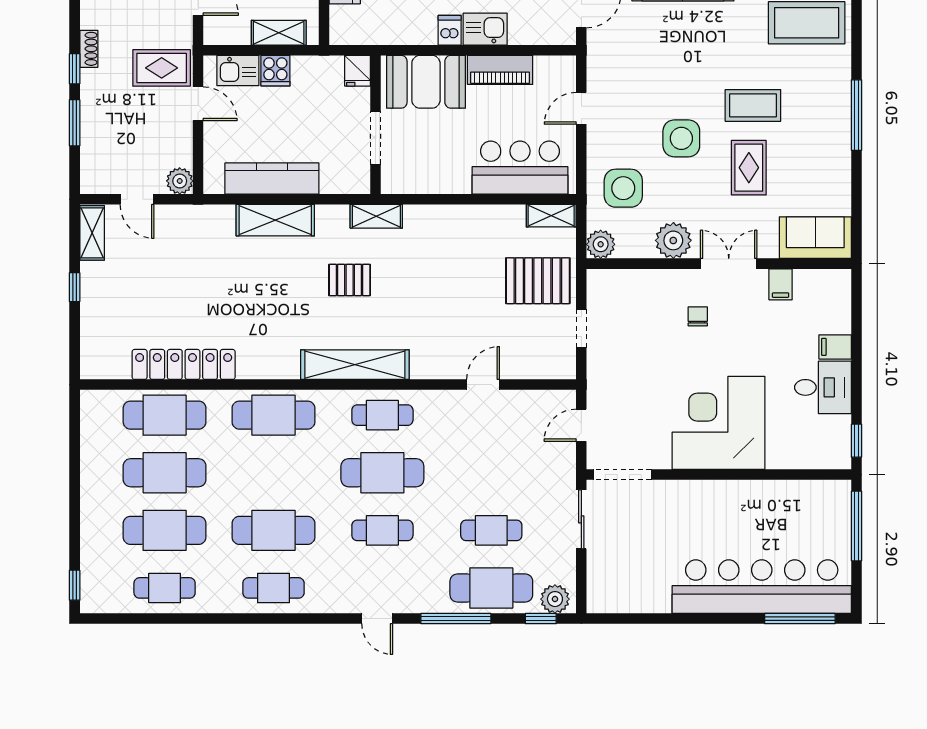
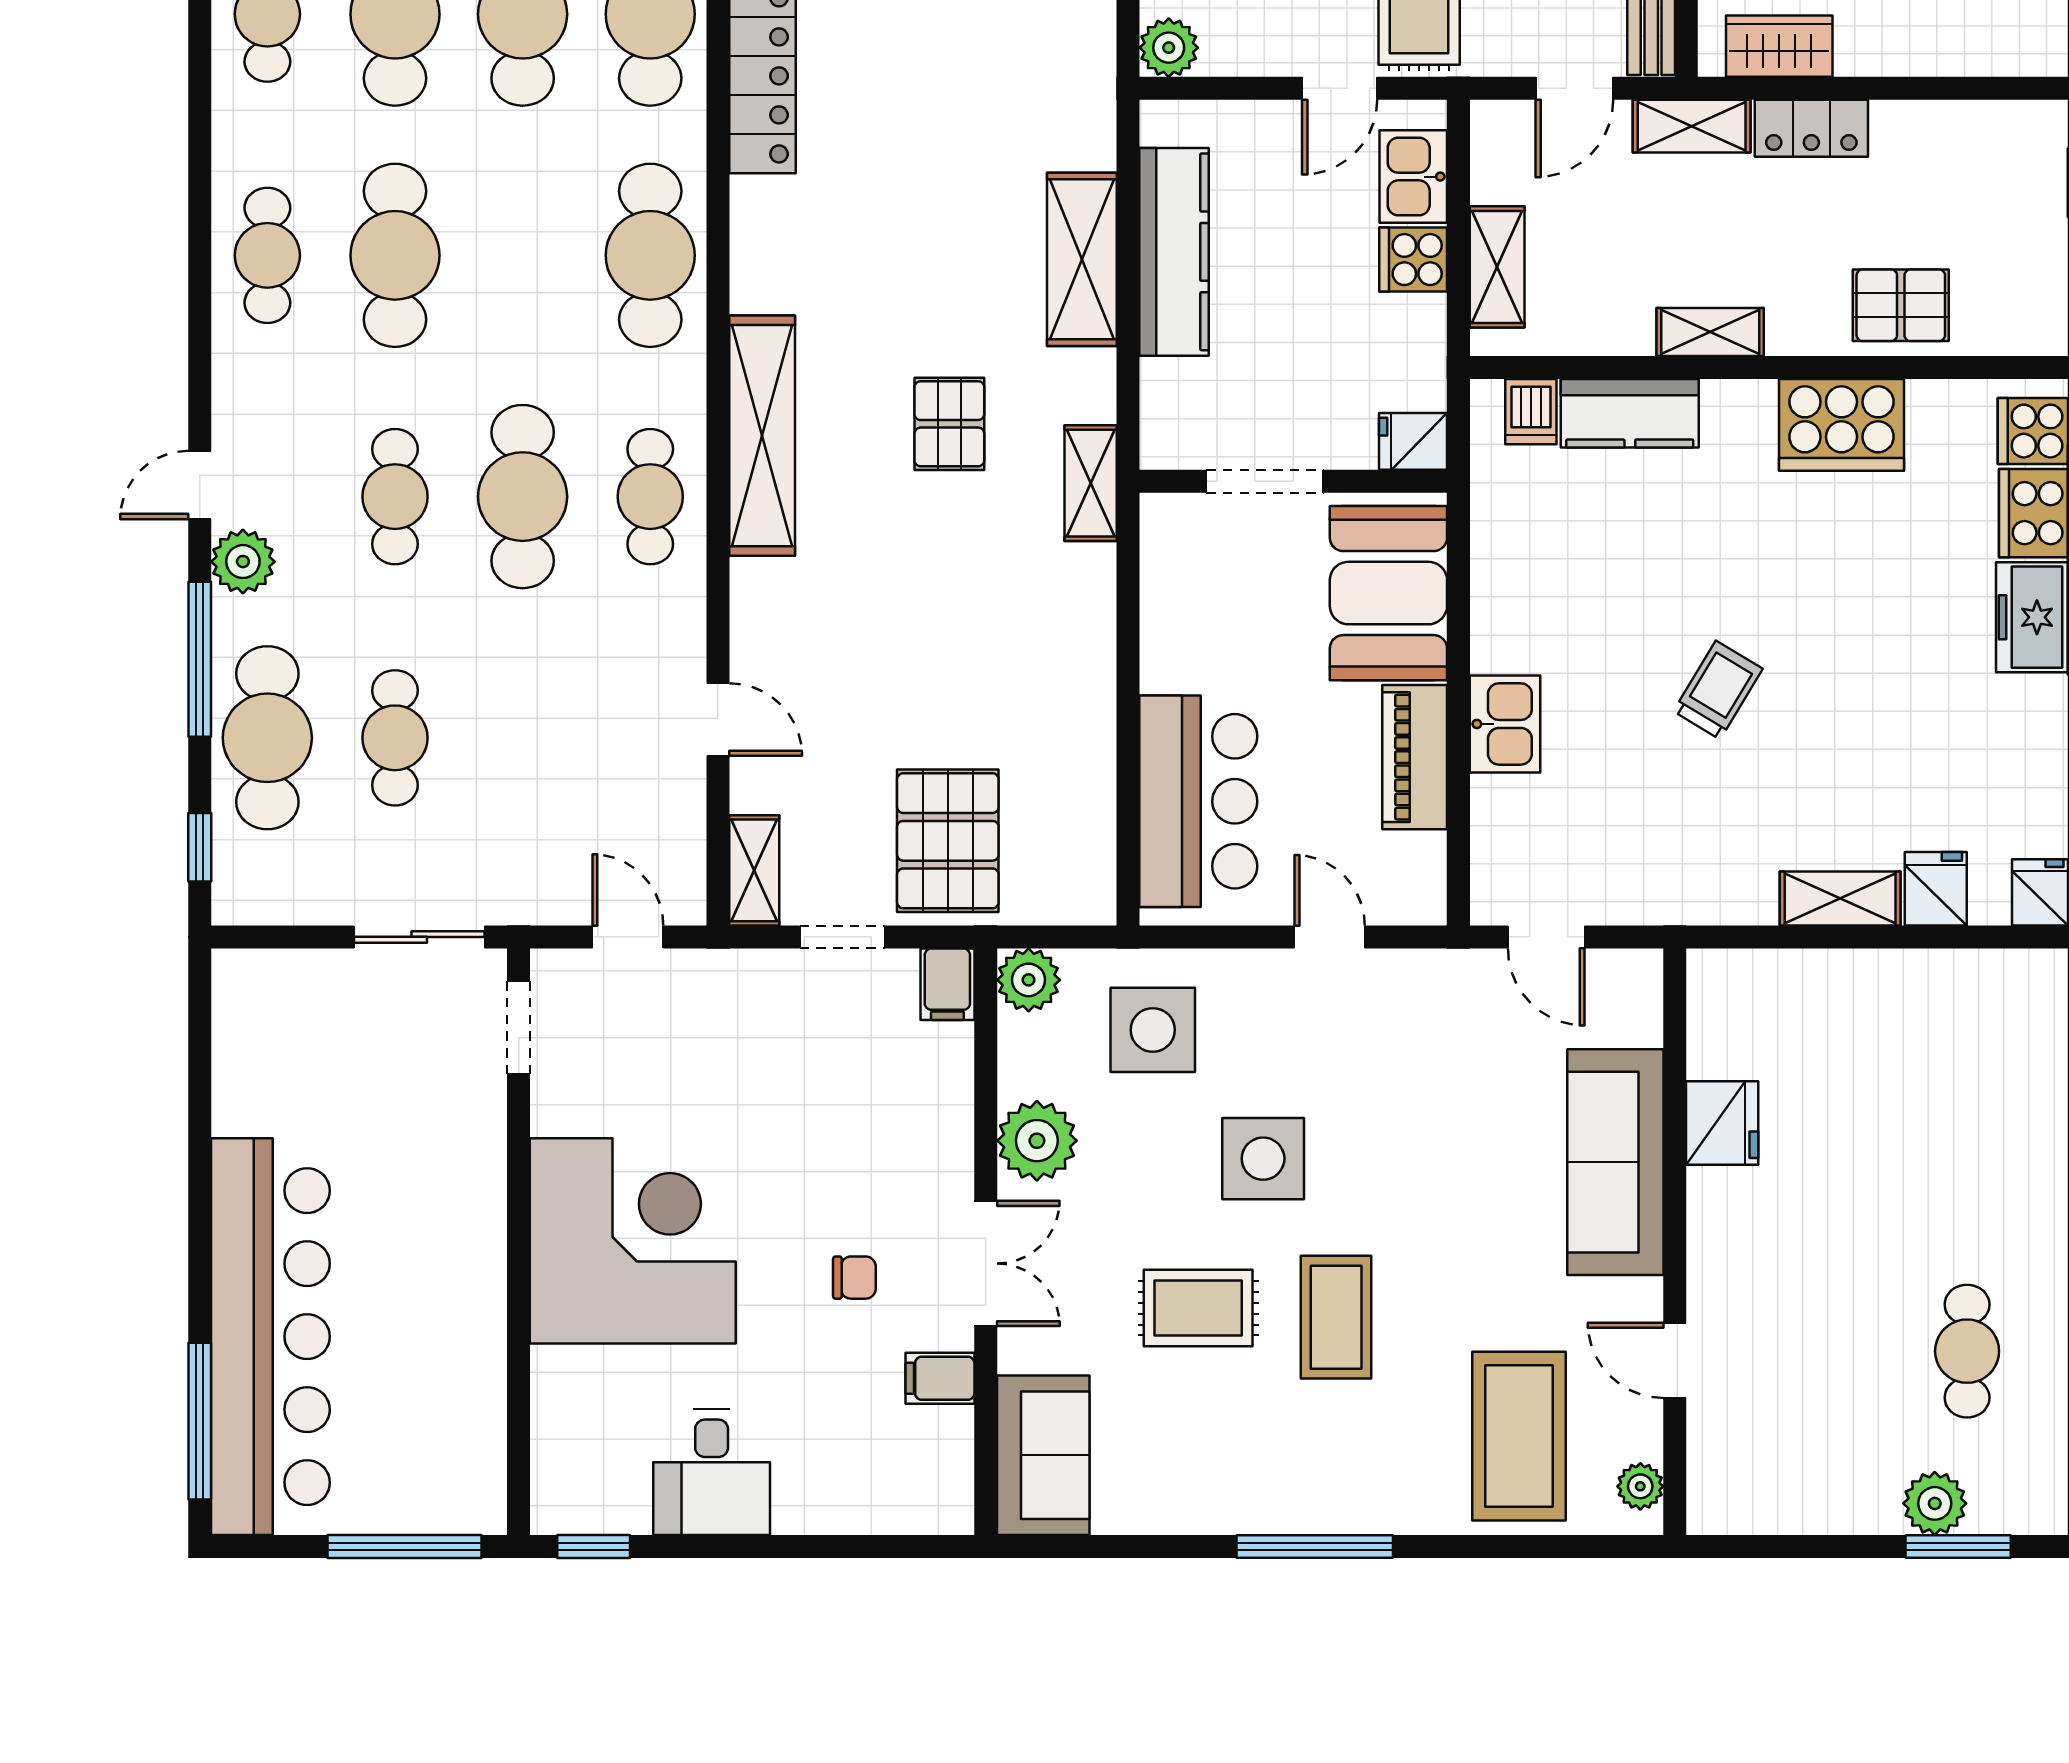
dishwasher: (450, 30) -> (1531, 412), moved, turned 90
shelving: (551, 216) -> (754, 870), moved
chair: (698, 316) -> (854, 1278), moved
filing cabinet: (835, 347) -> (947, 984), moved, turned 180
doorway: (622, 475) -> (519, 1027), width x0.73
plant: (555, 599) -> (243, 562), moved

